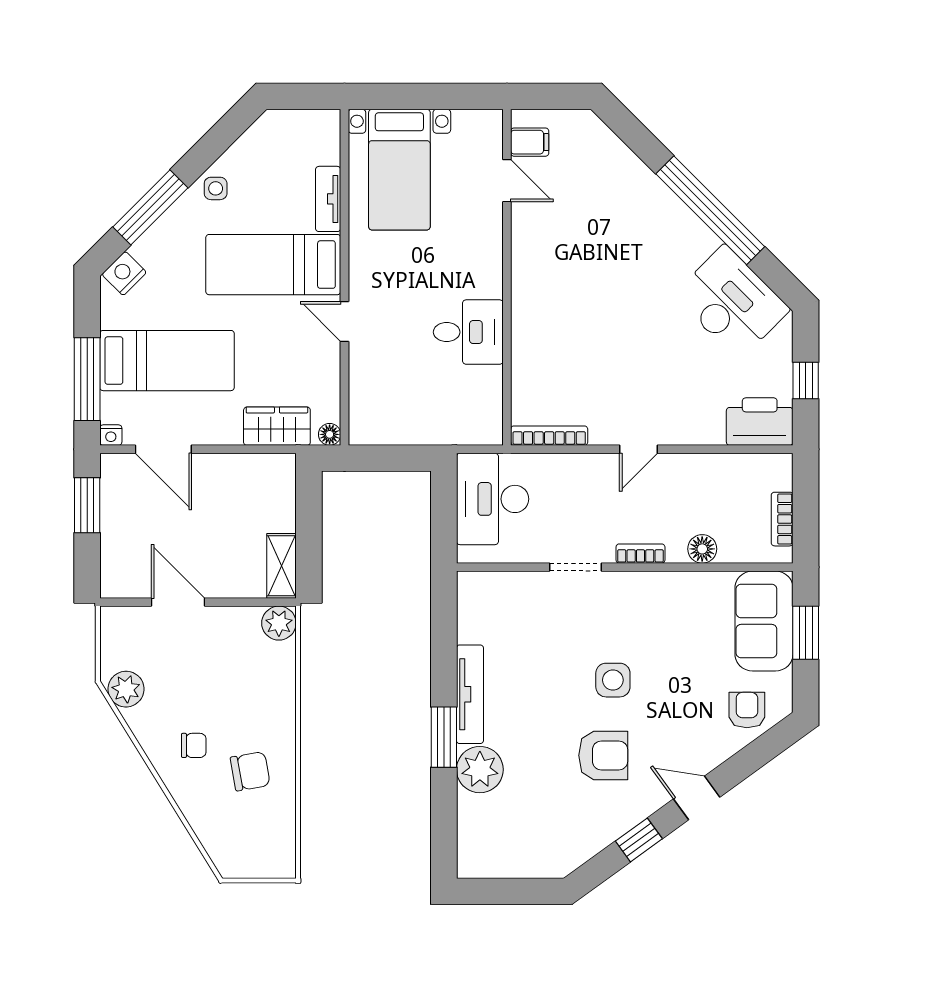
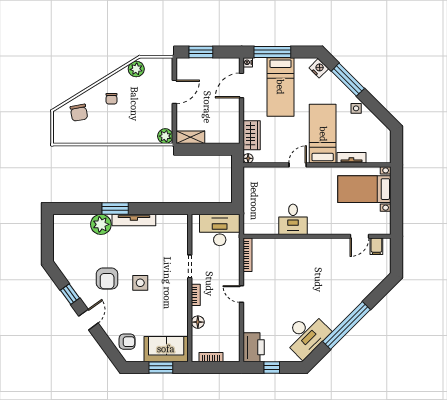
window: (87, 505) -> (201, 52), moved
chair: (250, 771) -> (79, 113), moved

